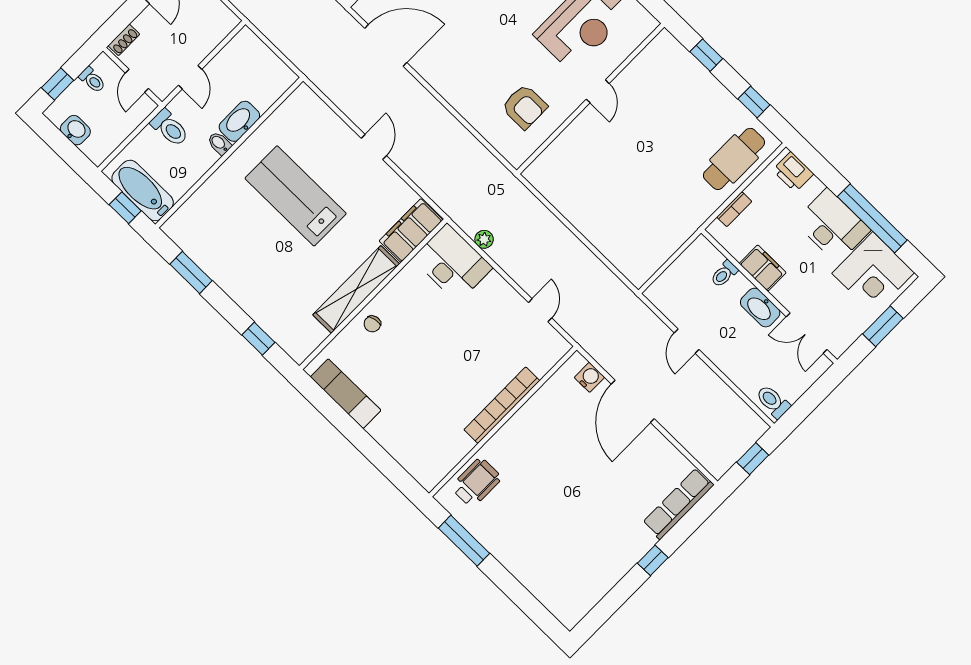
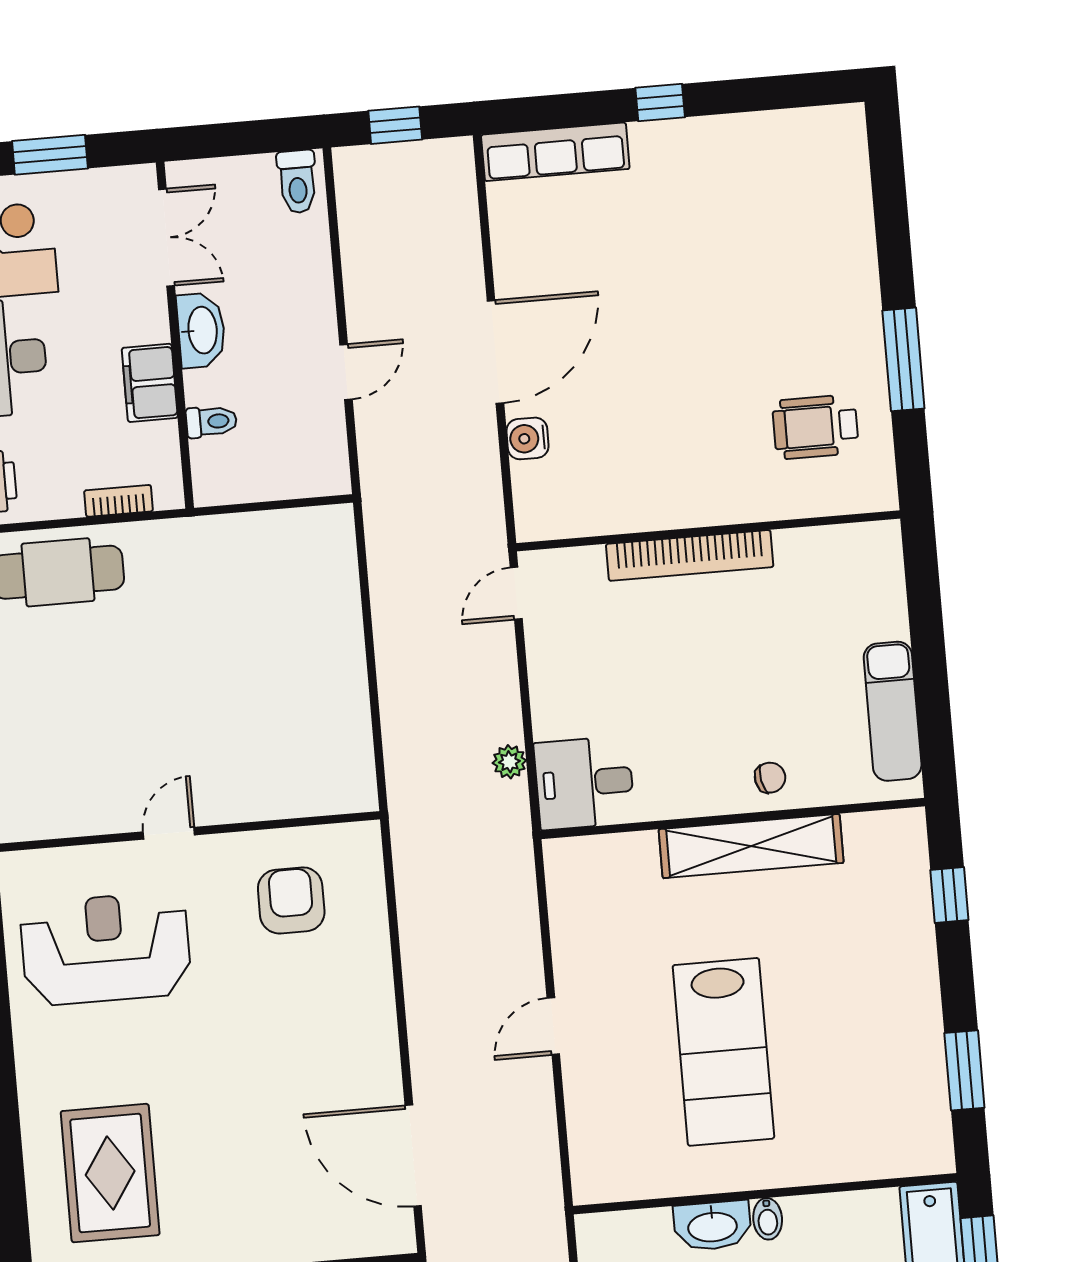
filing cabinet: (411, 230) -> (602, 863), removed
desk: (452, 263) -> (584, 783), width x0.73
bookcase: (502, 405) -> (690, 555), moved
wall: (503, 422) -> (708, 531), moved

